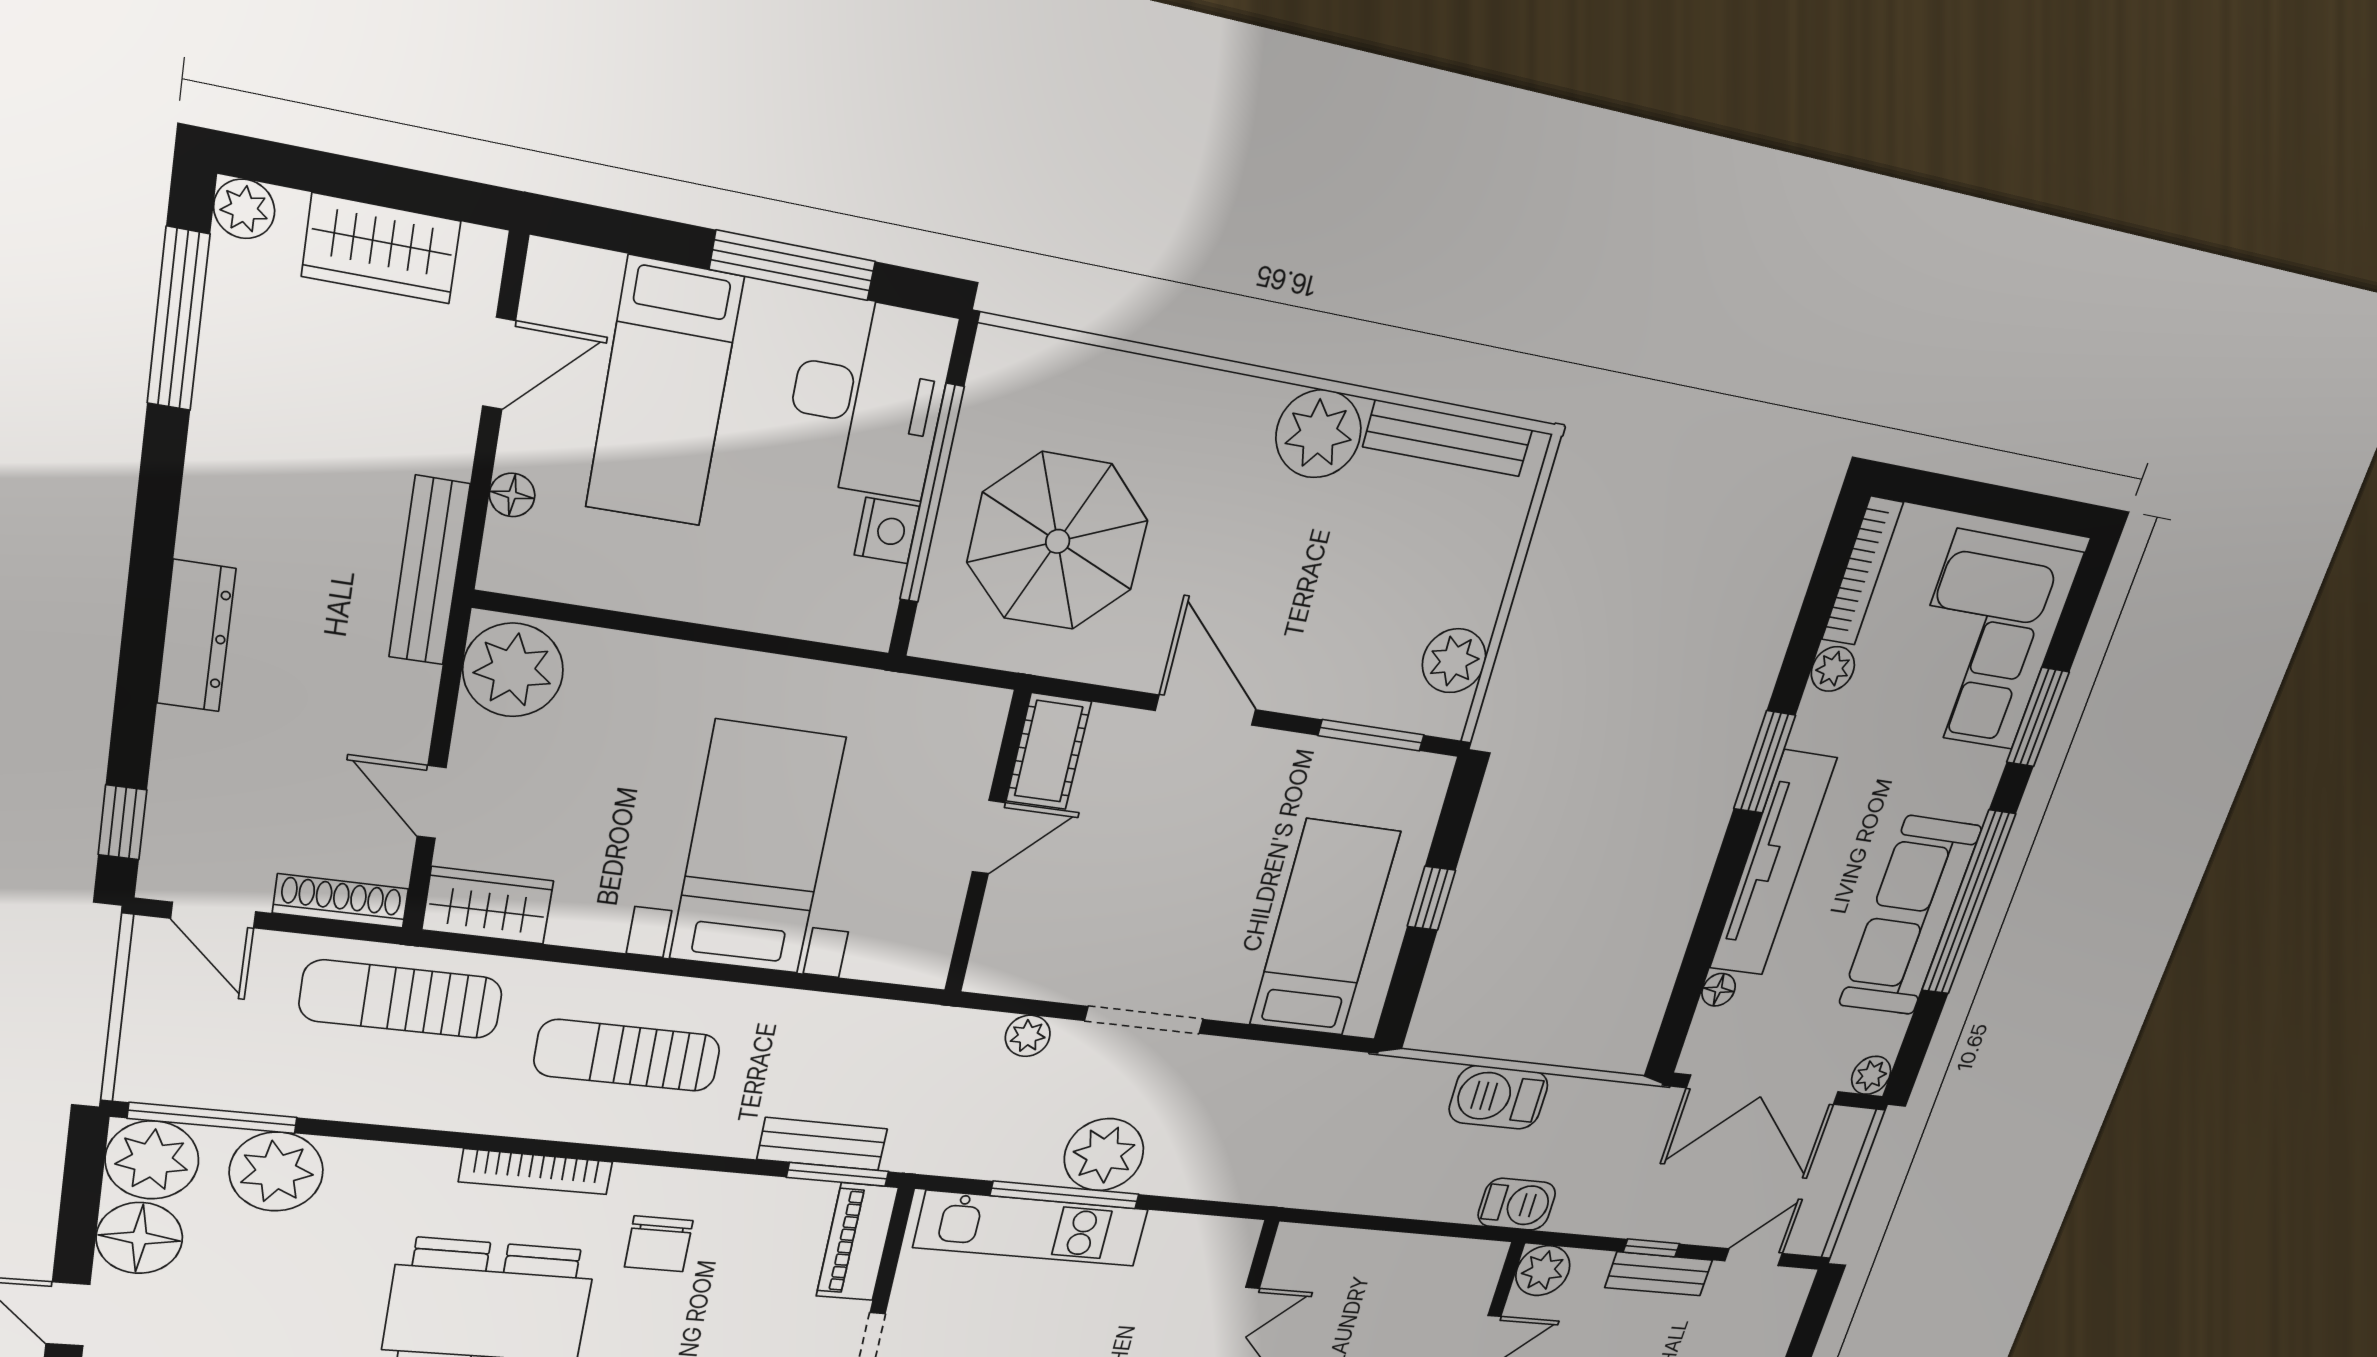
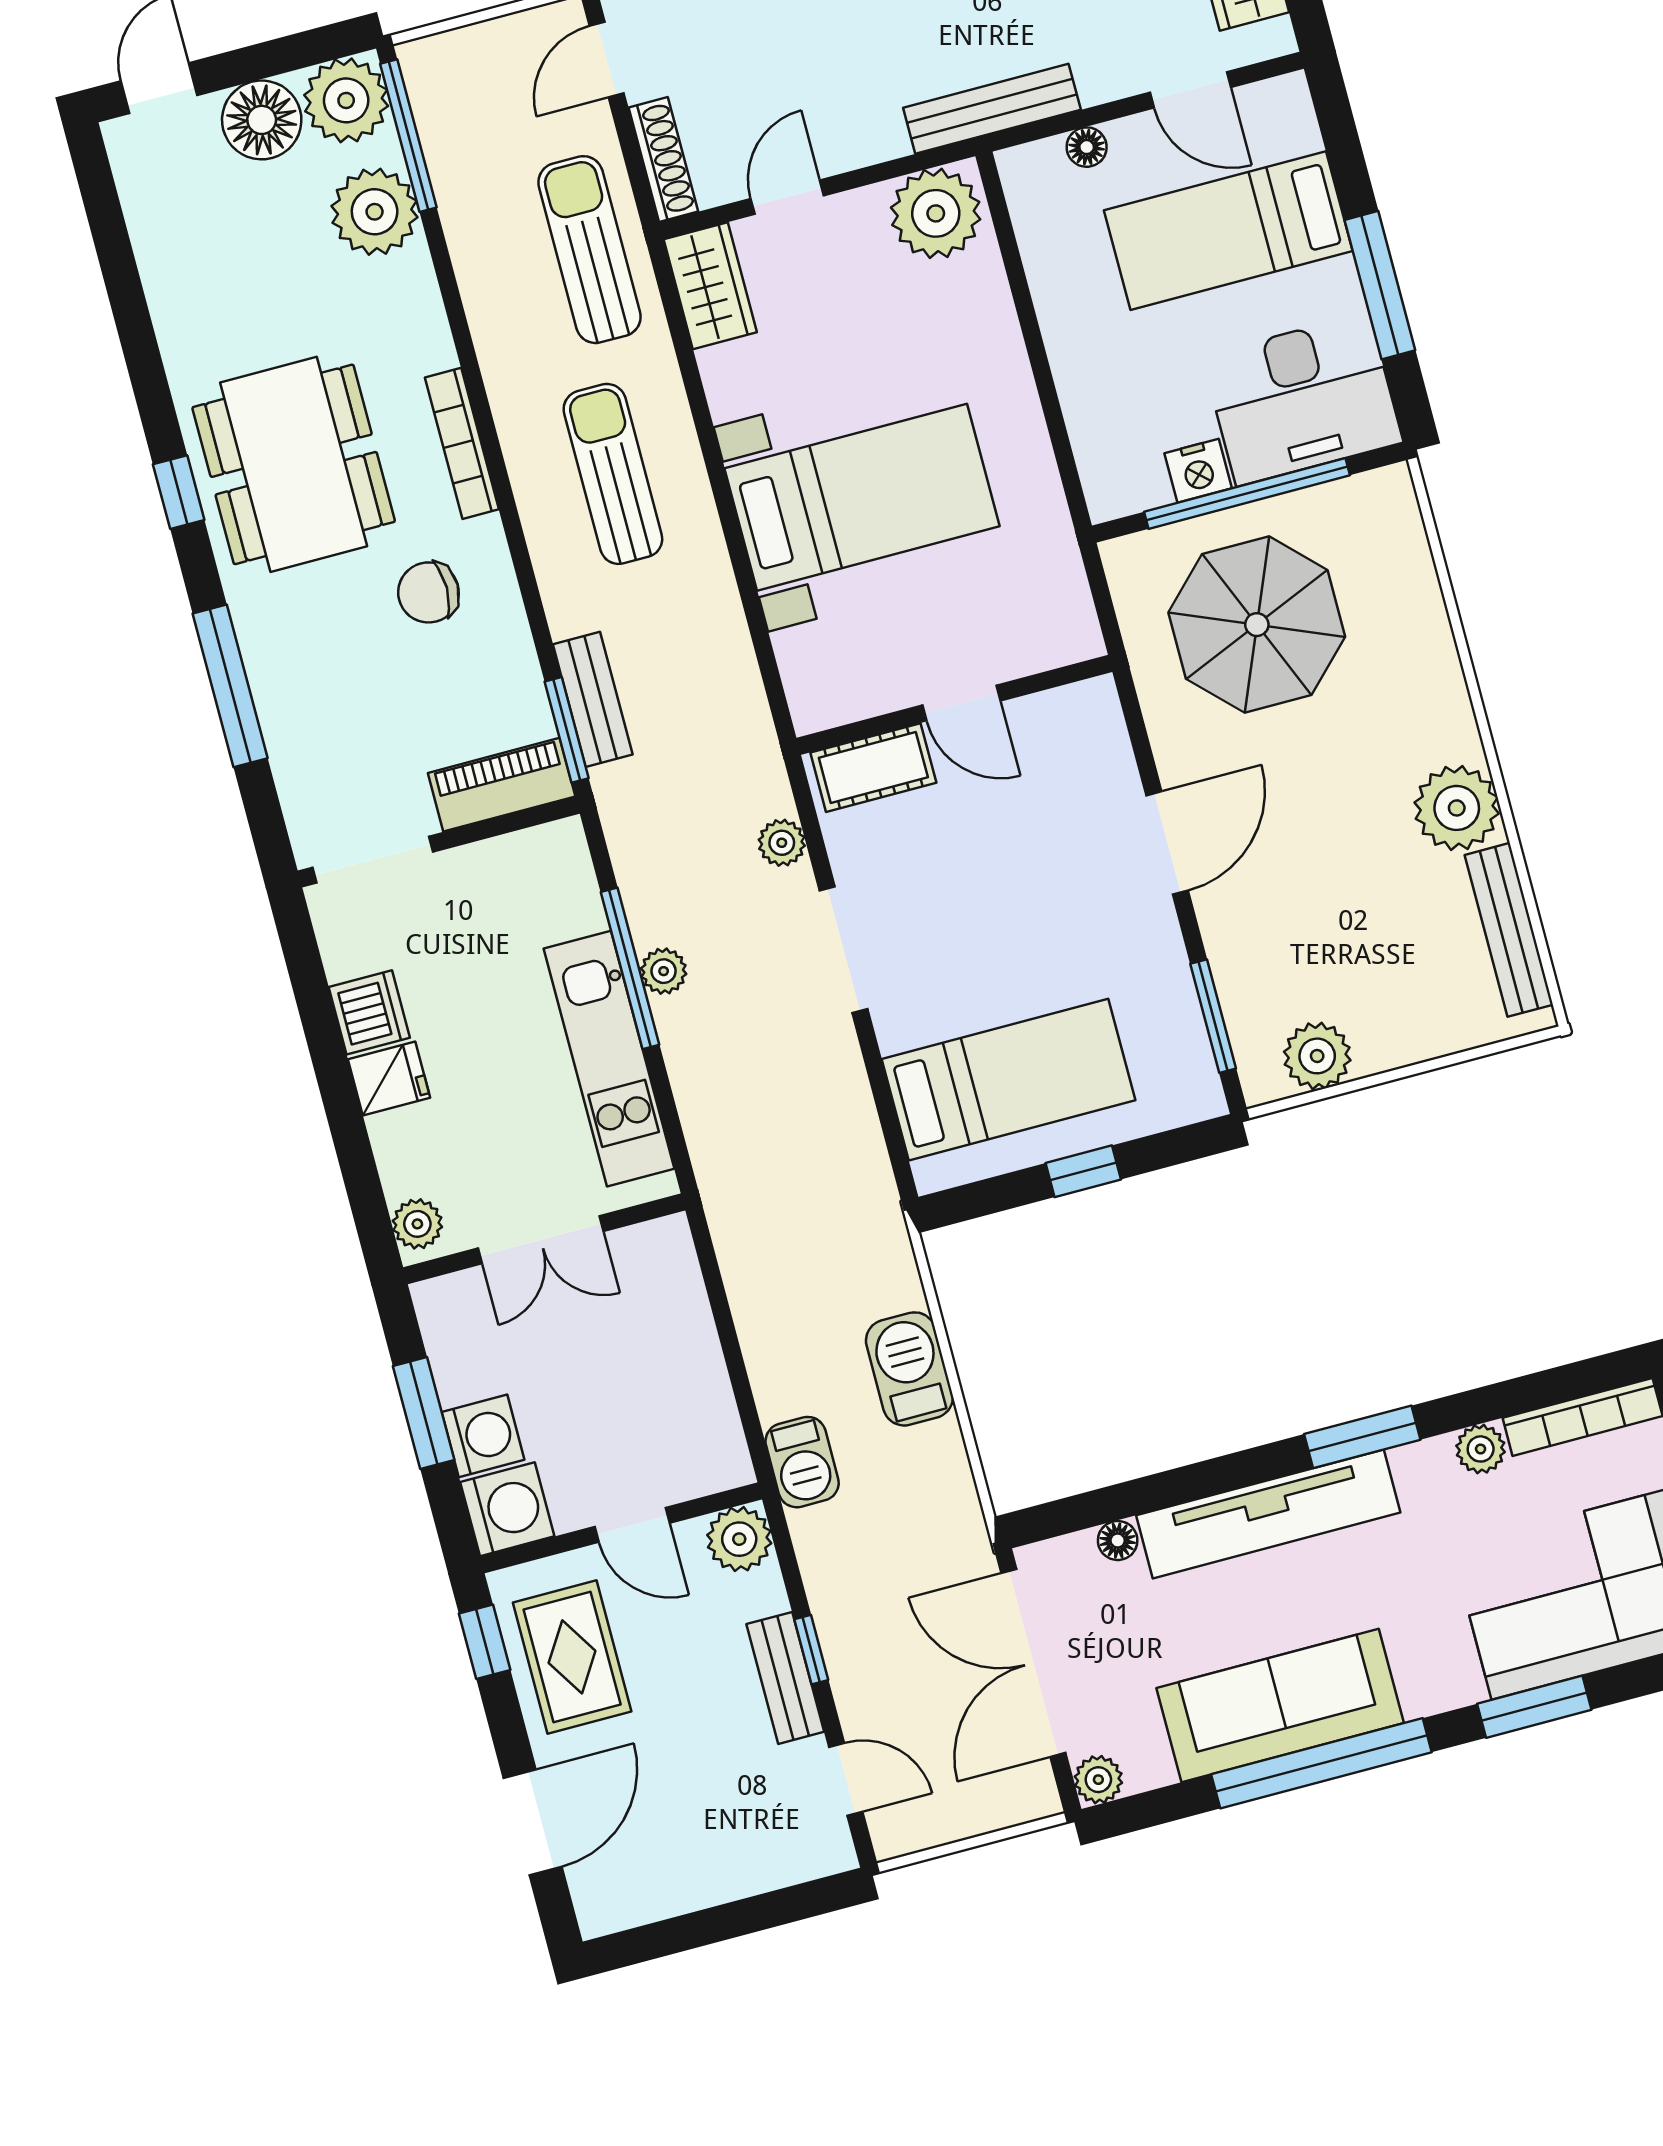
cot: (1049, 751) -> (873, 768), moved
plant: (1104, 1155) -> (664, 971), width x0.53, depth x0.53
kitchen unit: (1031, 1228) -> (609, 1059), moved

